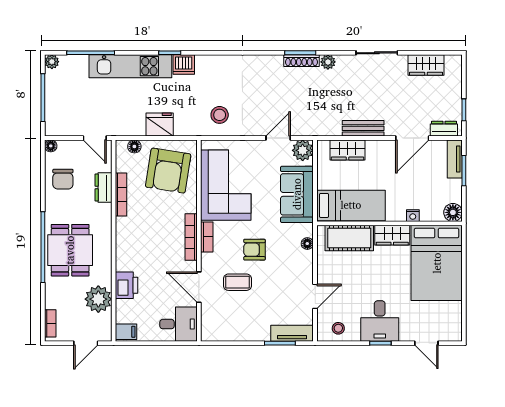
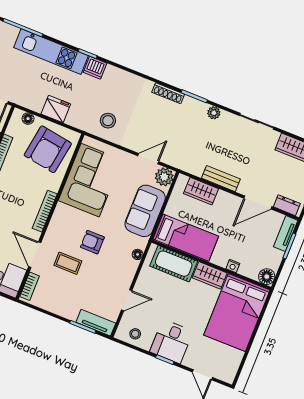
shoe rack: (301, 61) -> (168, 93), moved
bookcase: (207, 237) -> (30, 286), moved

